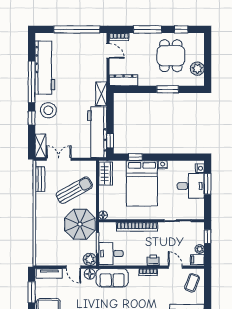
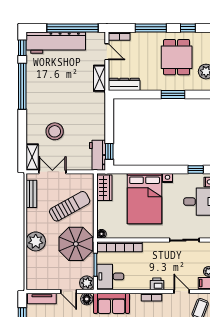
workbench: (45, 68) -> (56, 43), moved, turned 90
shelving: (101, 94) -> (99, 78), moved
stool: (48, 110) -> (55, 131), moved
window: (32, 118) -> (22, 48), moved
workbench: (97, 132) -> (98, 155), width x0.53, depth x0.76
window: (135, 157) -> (196, 170), moved
plant: (44, 222) -> (36, 241), added
bookcase: (137, 227) -> (120, 247), moved

